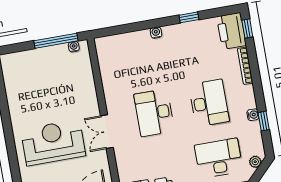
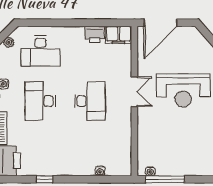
water cooler: (156, 33) -> (100, 171), moved

